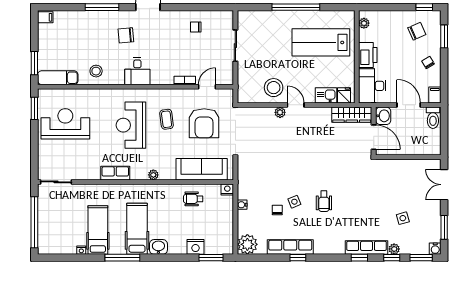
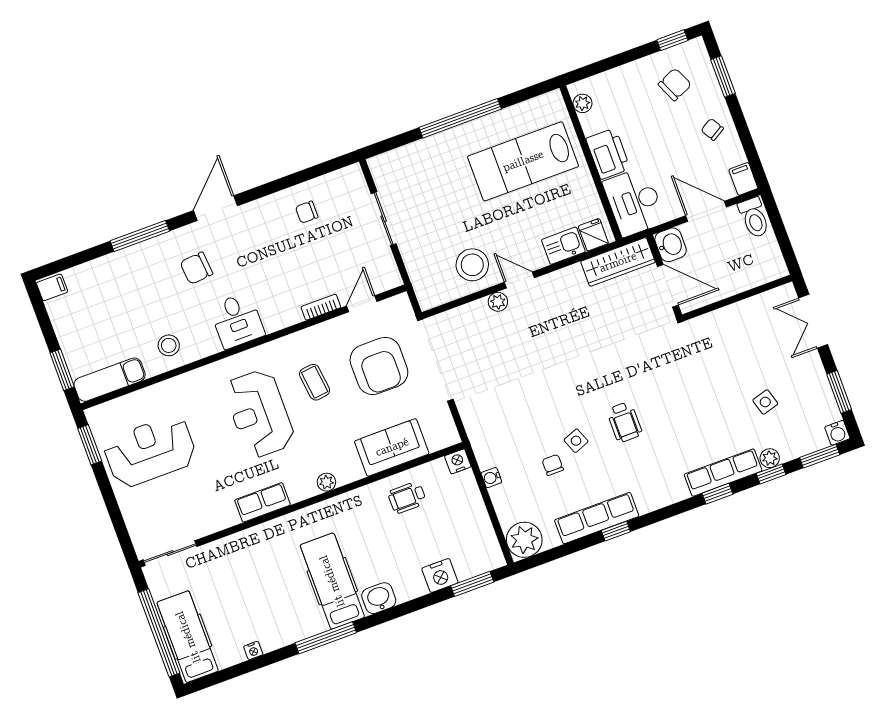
sofa: (202, 169) -> (392, 447), width x0.73
hospital bed: (98, 230) -> (188, 637), moved

